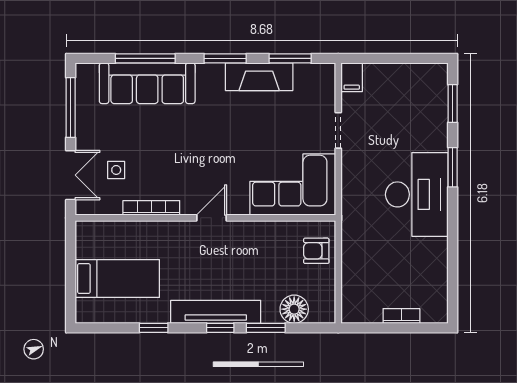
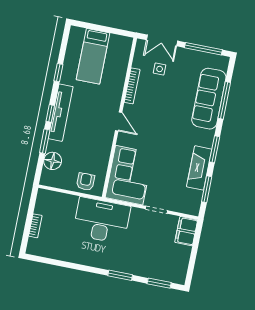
filing cabinet: (352, 77) -> (186, 231), width x2.00
desk: (417, 194) -> (102, 220), moved, turned 180

